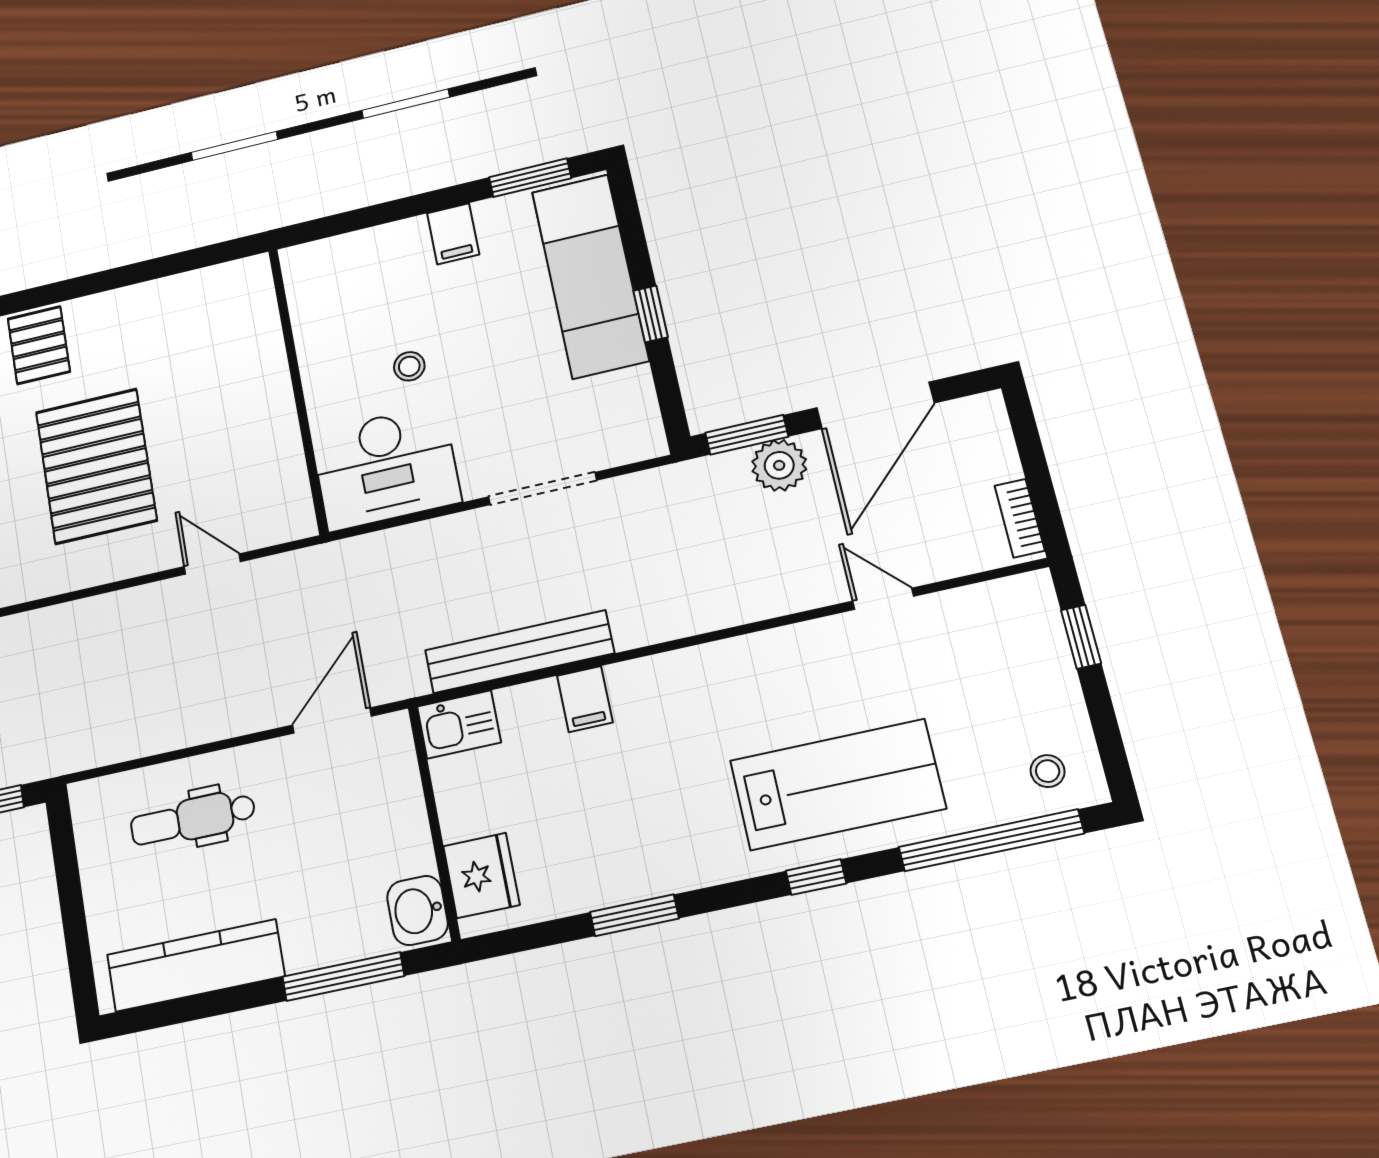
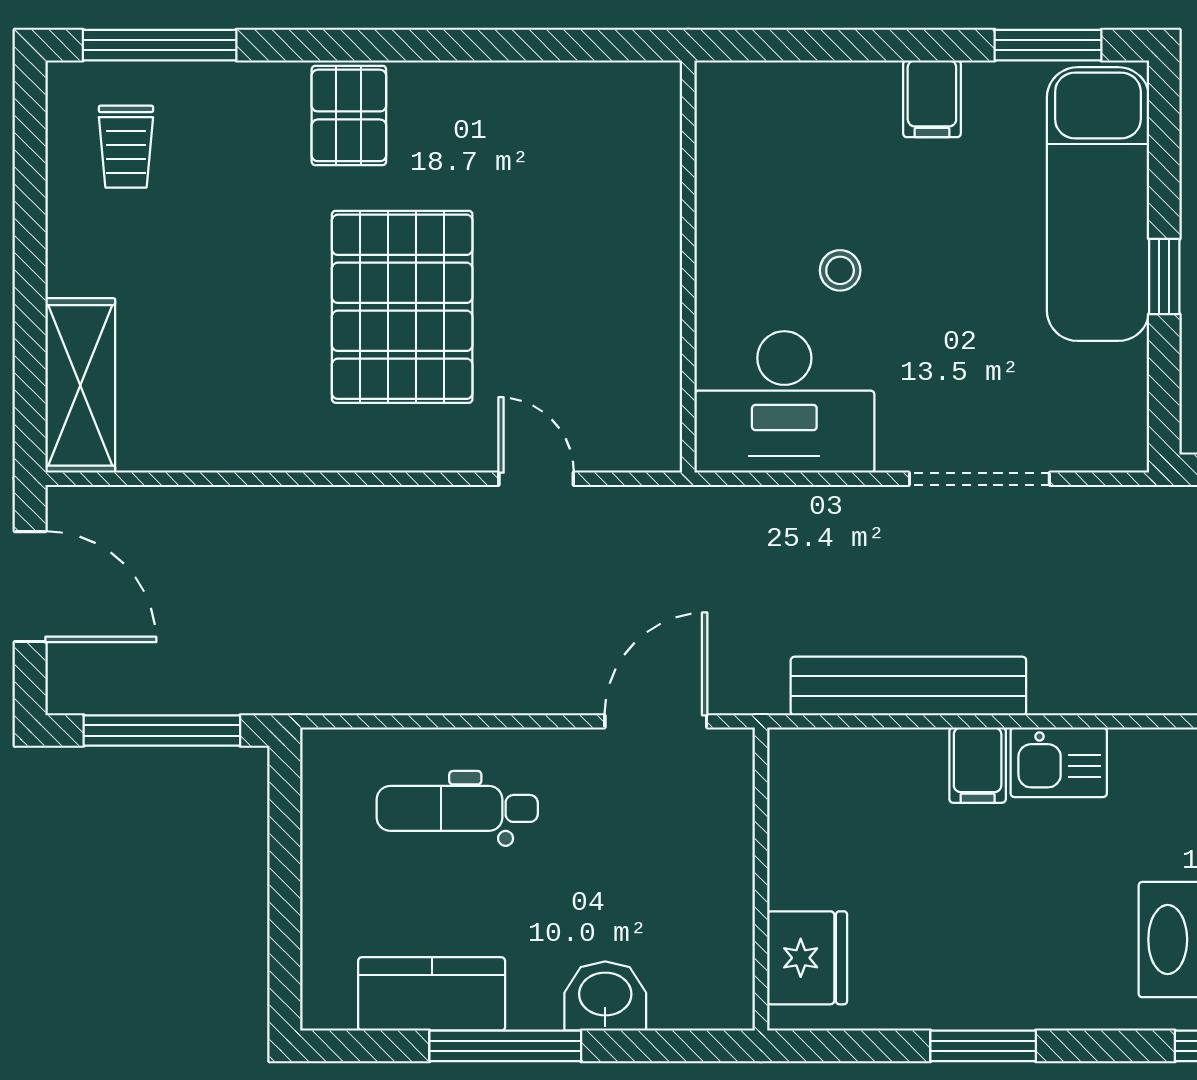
kitchen sink: (459, 724) -> (1059, 762), moved
washbasin: (417, 910) -> (605, 996), moved, turned 90
kitchen counter: (196, 965) -> (432, 994), width x0.67
window: (343, 976) -> (505, 1046), moved

